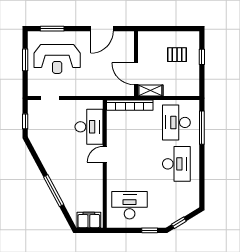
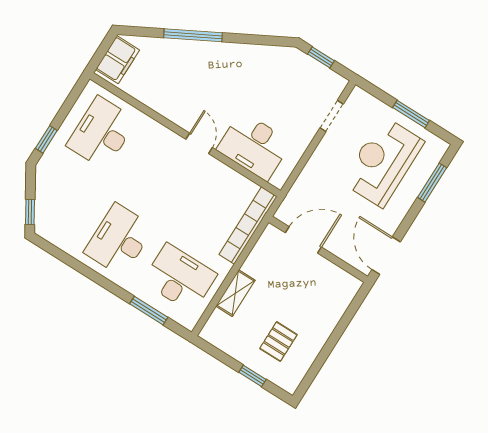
wall: (136, 64) -> (318, 249), moved
door: (136, 74) -> (303, 240), moved
shelving: (150, 91) -> (235, 293), moved
window: (202, 128) -> (149, 311), width x0.69
desk: (176, 164) -> (119, 240), turned 90
desk: (130, 205) -> (102, 133), turned 180
window: (179, 223) -> (30, 212), moved

